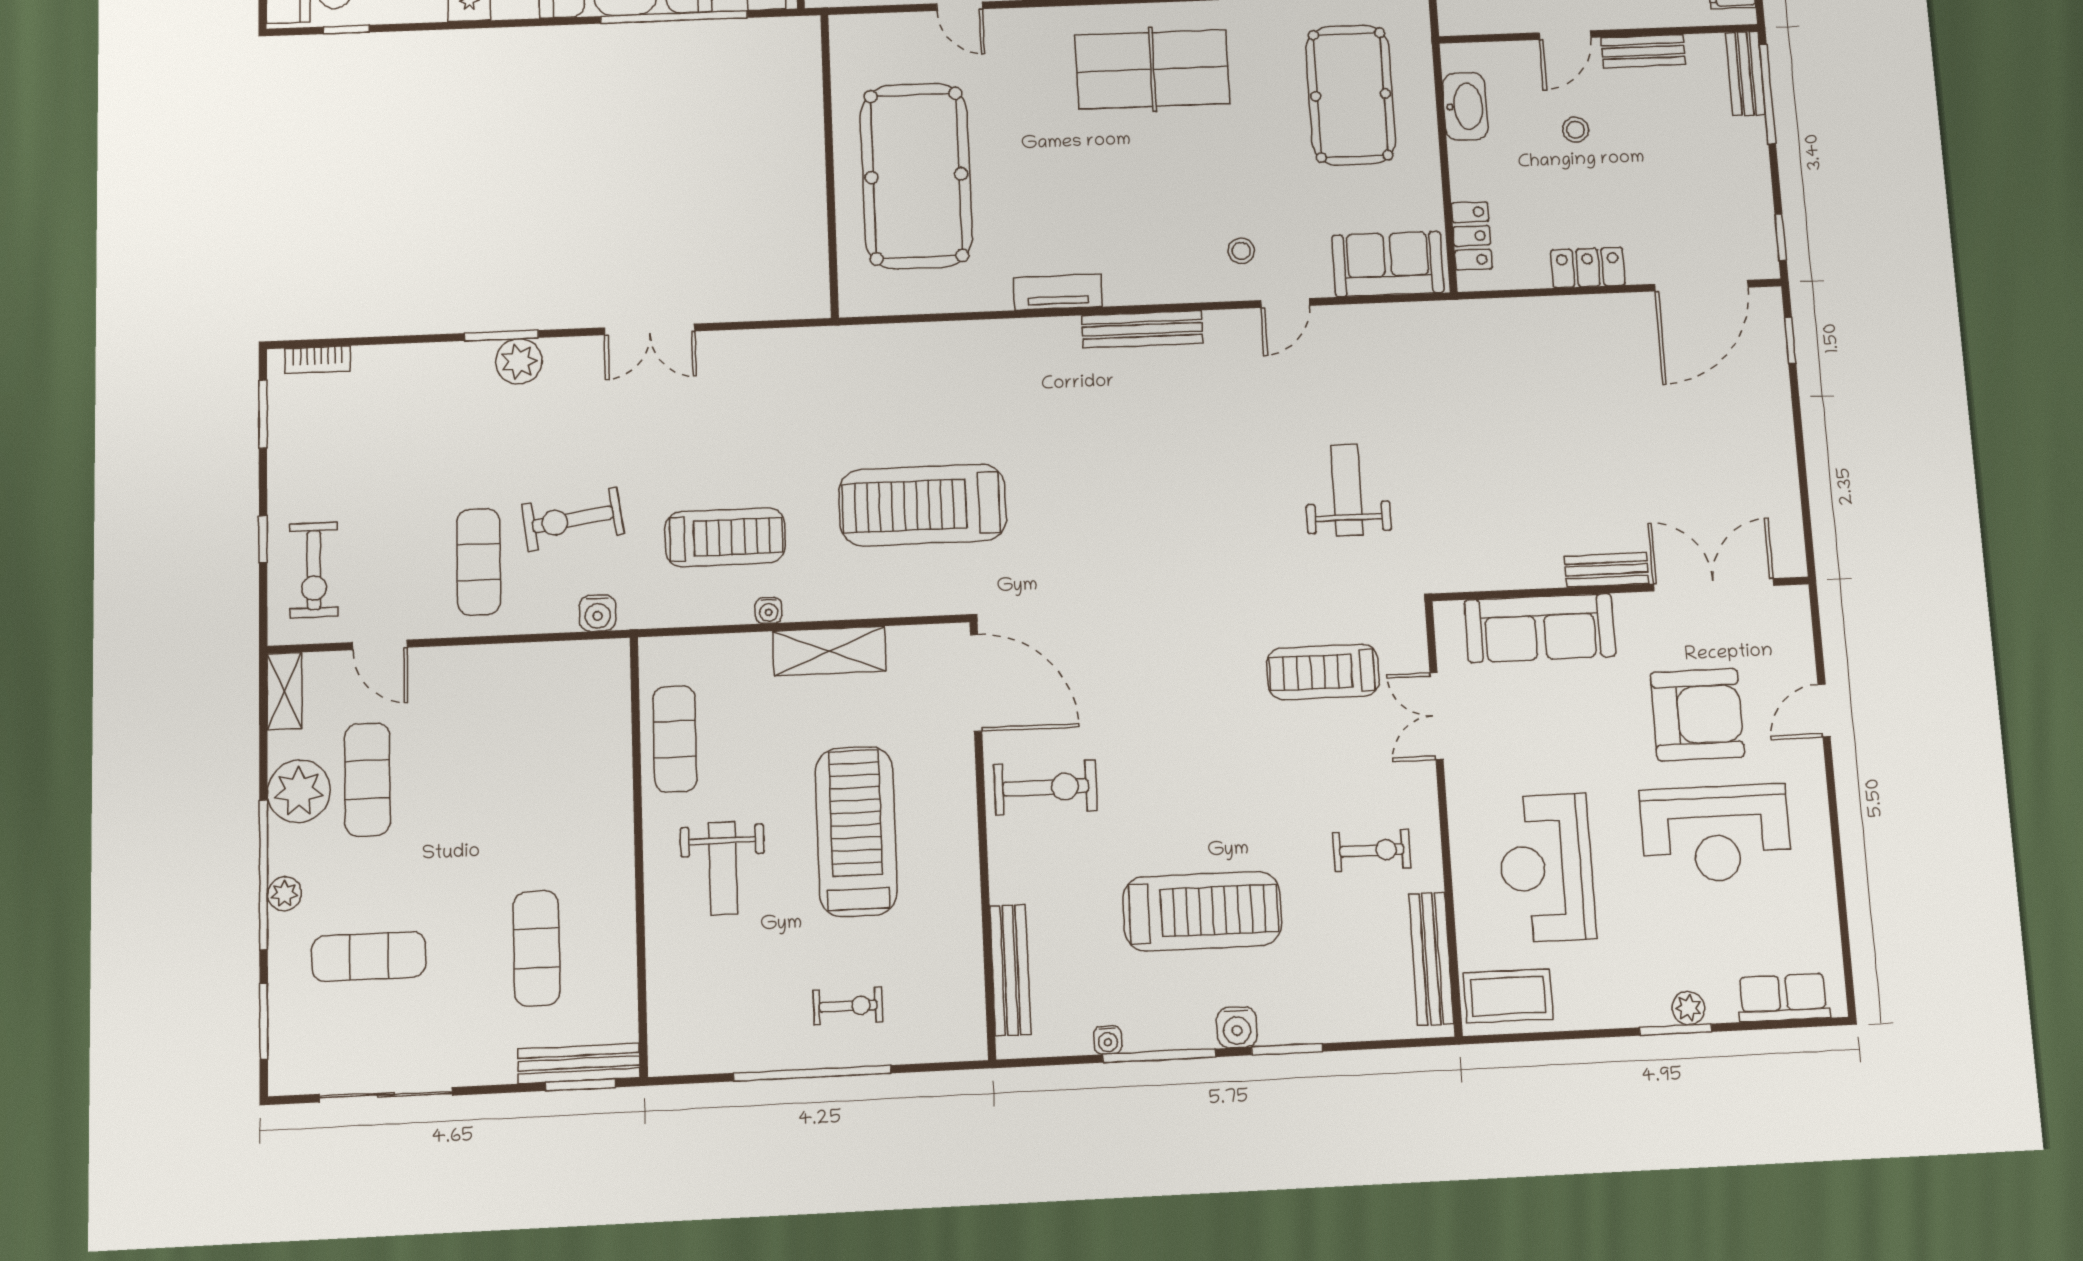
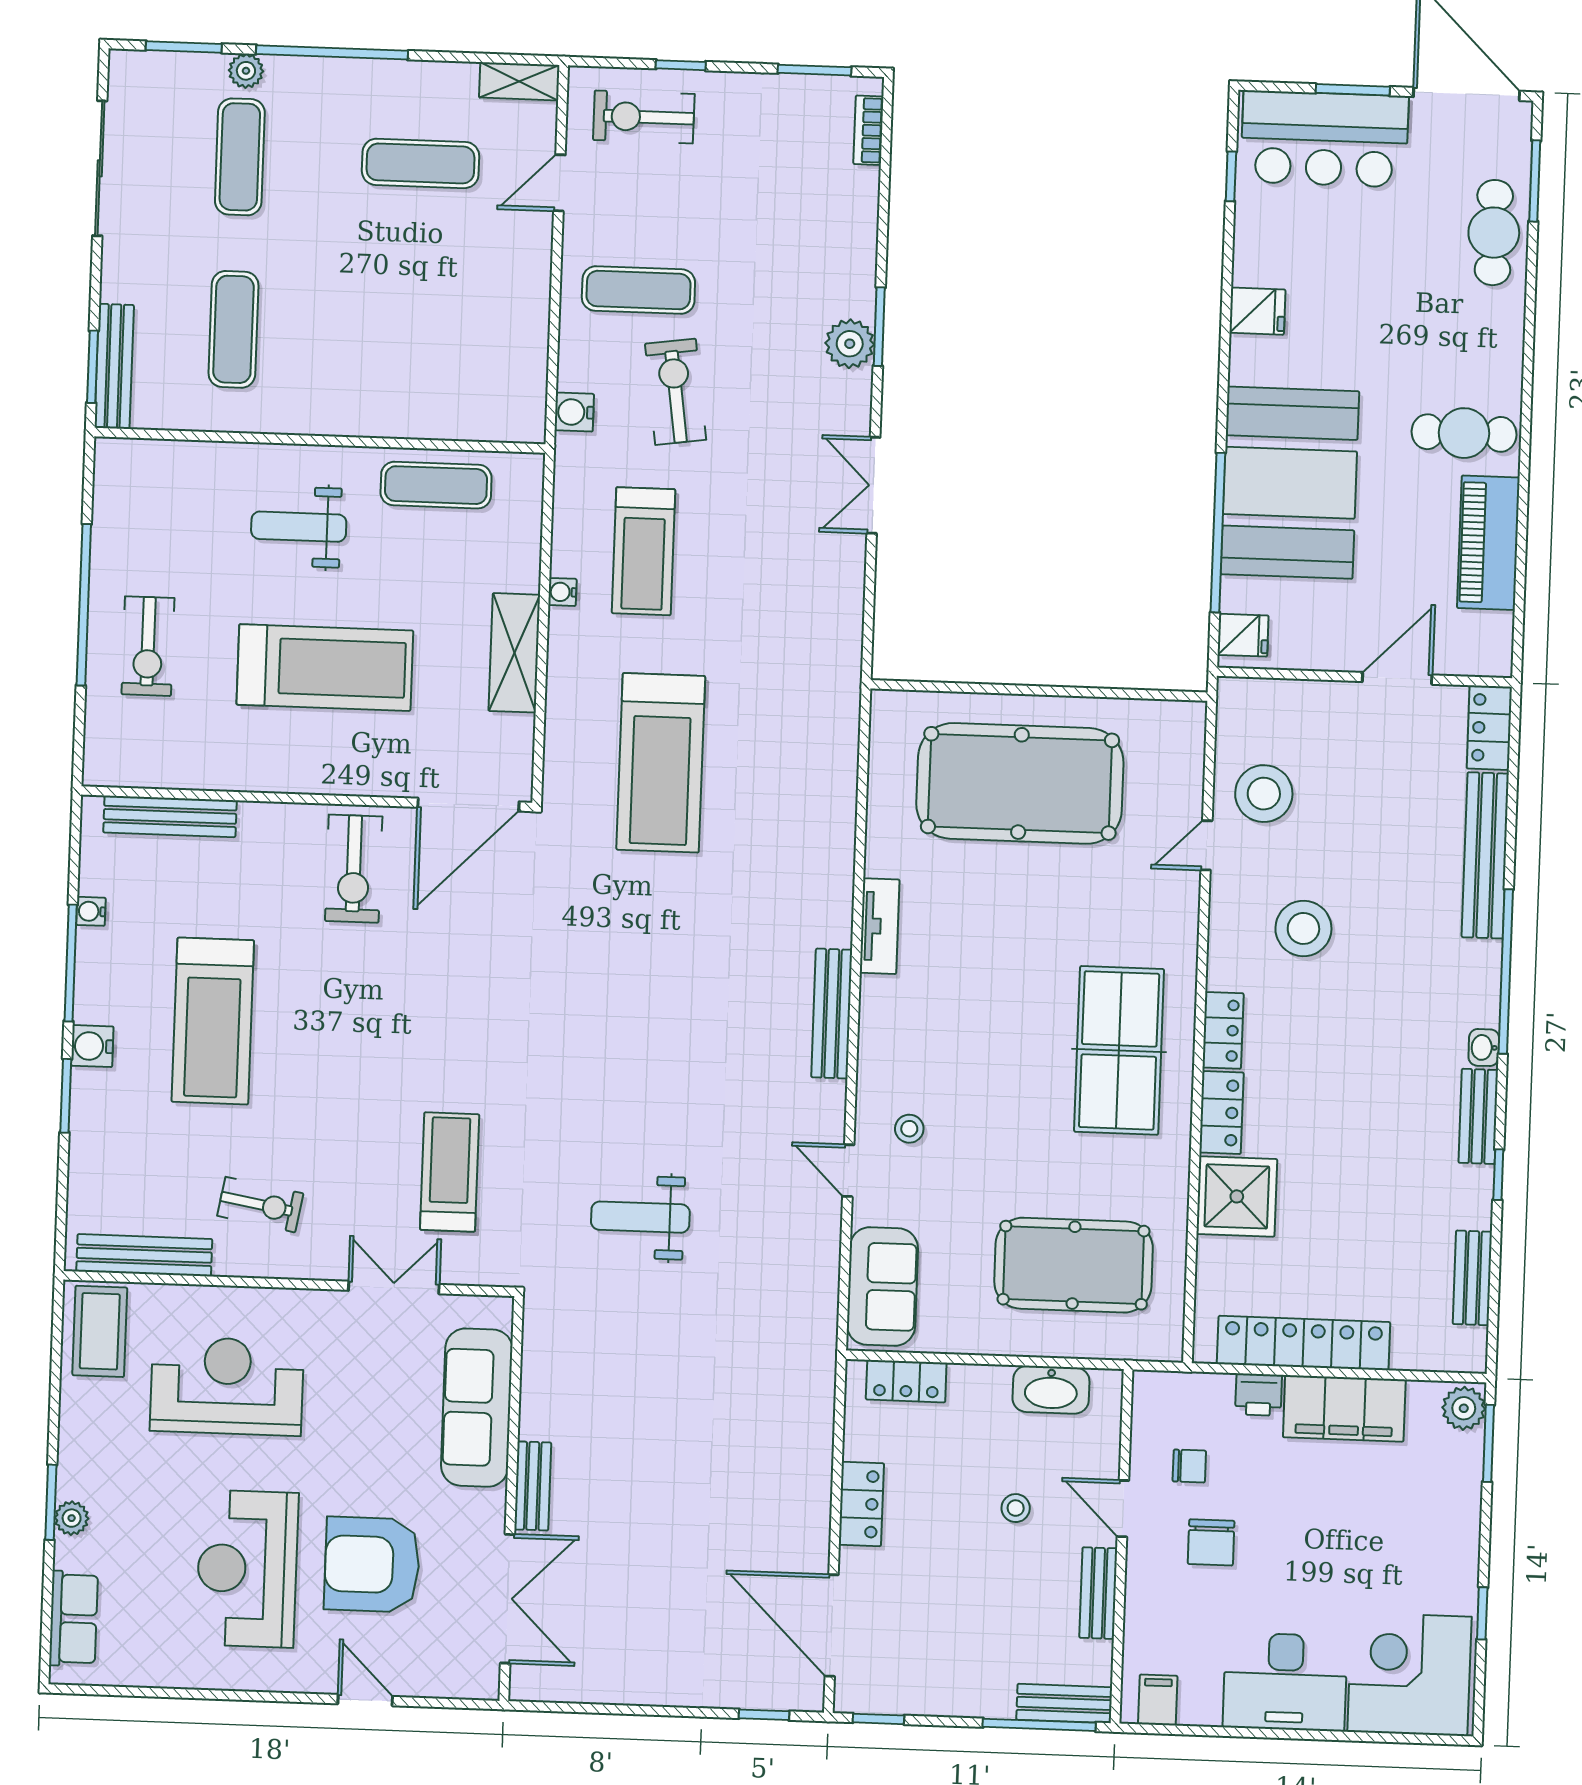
weight bench: (1347, 490) -> (640, 1217), turned 180
treadmill: (923, 505) -> (661, 763), turned 180
armchair: (1697, 715) -> (372, 1565), turned 90
plant: (299, 791) -> (414, 92), removed
exercise bike: (1372, 850) -> (260, 1205), turned -80
plant: (285, 894) -> (246, 71), moved
exercise mat: (536, 948) -> (233, 329), turned 90
exercise bike: (848, 1006) -> (148, 646), width x1.38, depth x1.39

